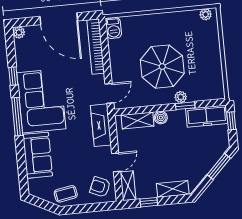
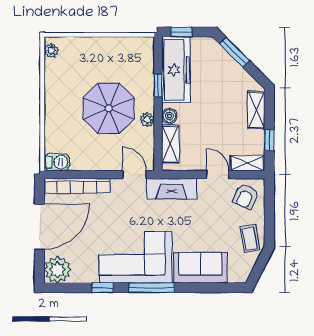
plant: (19, 32) -> (58, 270), width x1.87, depth x1.87
plant: (181, 97) -> (147, 120), moved
freezer: (207, 116) -> (176, 70), width x1.36, depth x1.26

